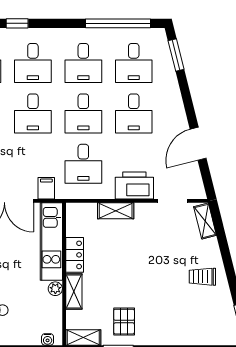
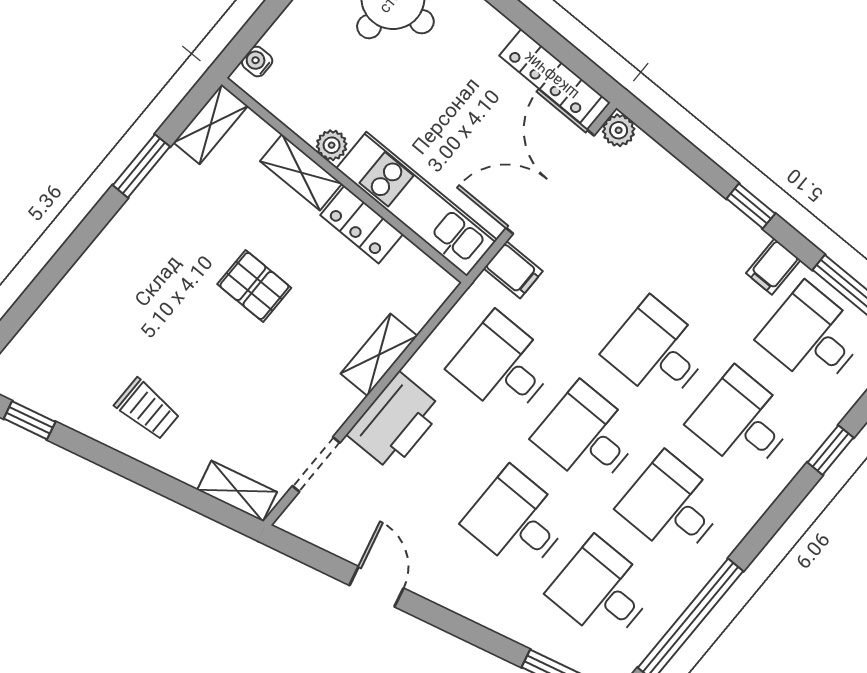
door: (198, 144) -> (377, 587), width x0.73
trolley: (202, 277) -> (147, 409), turned 90
pallet: (124, 322) -> (254, 286), moved

